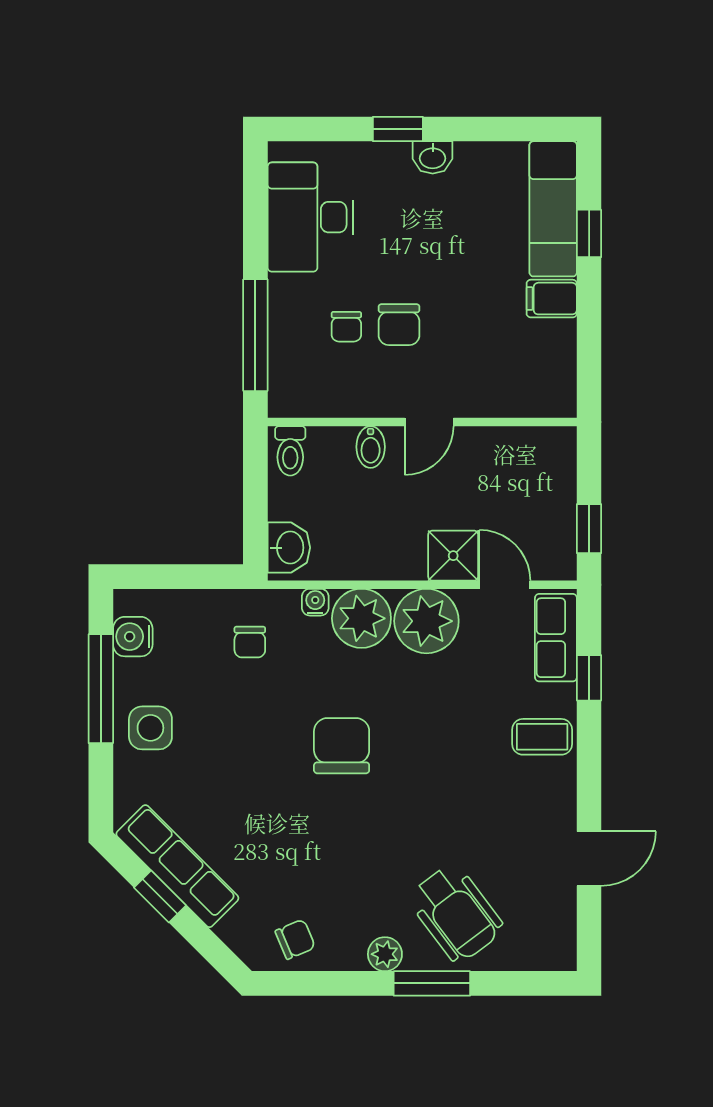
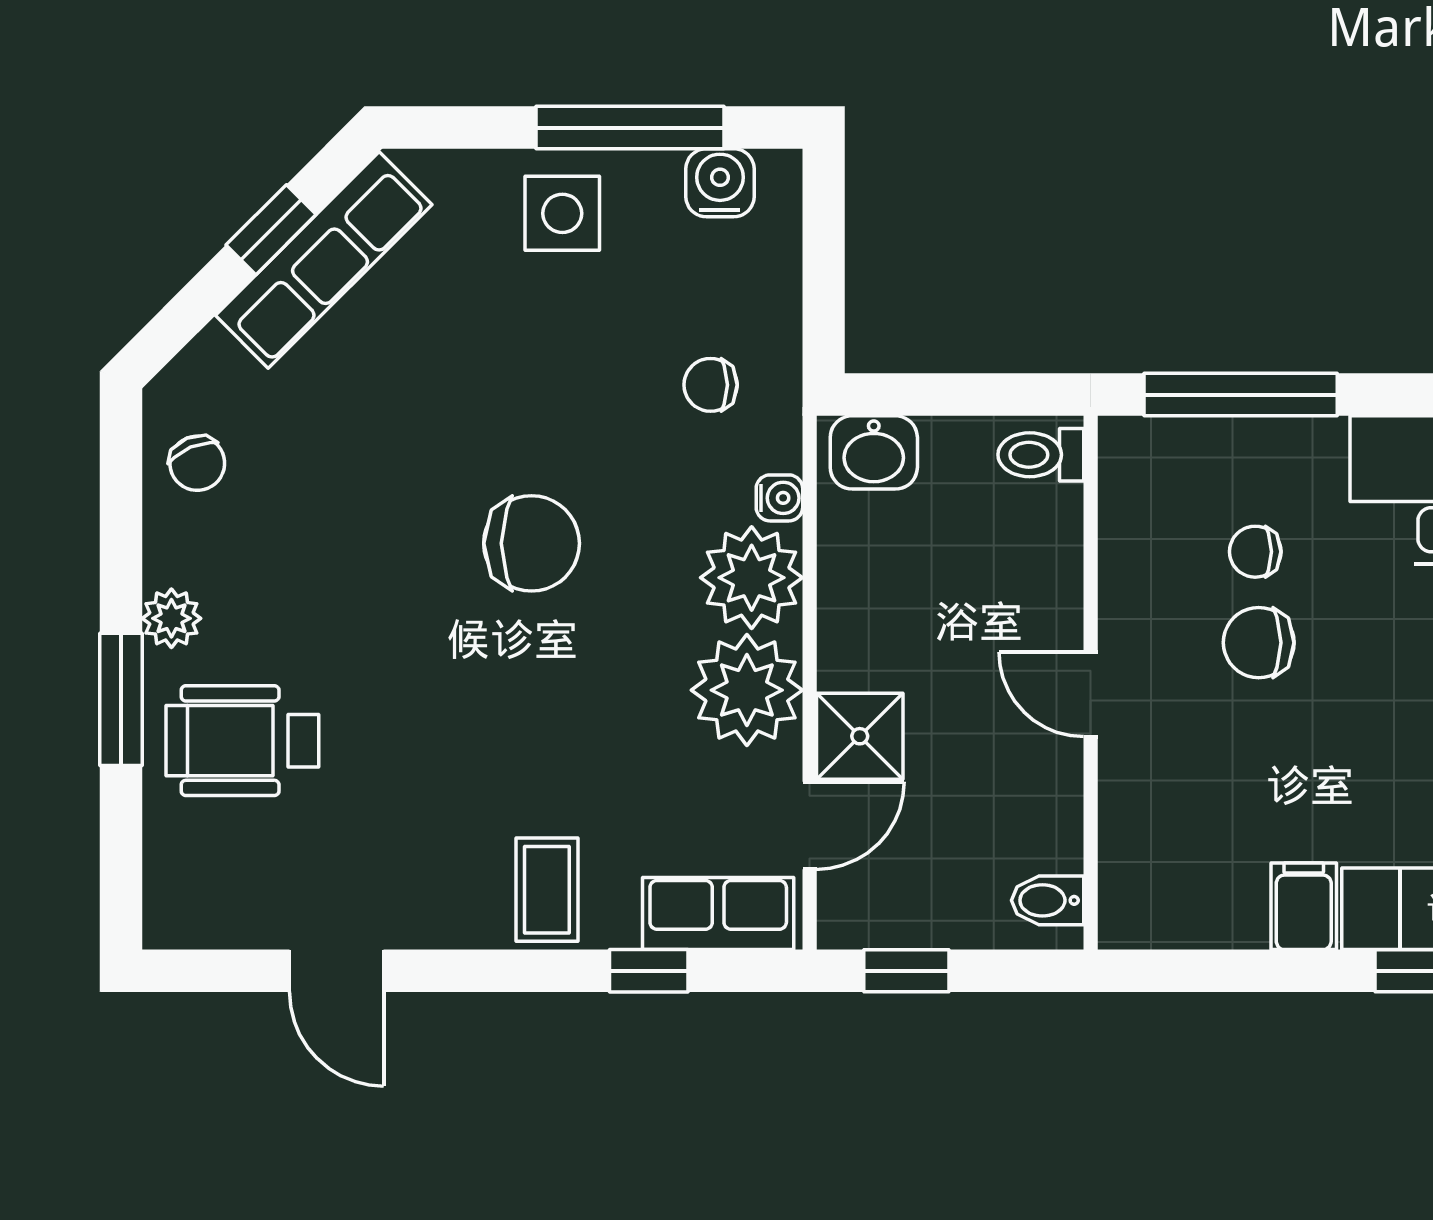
bidet: (371, 447) -> (1047, 900), moved
wheelchair: (456, 913) -> (242, 741), turned 37

